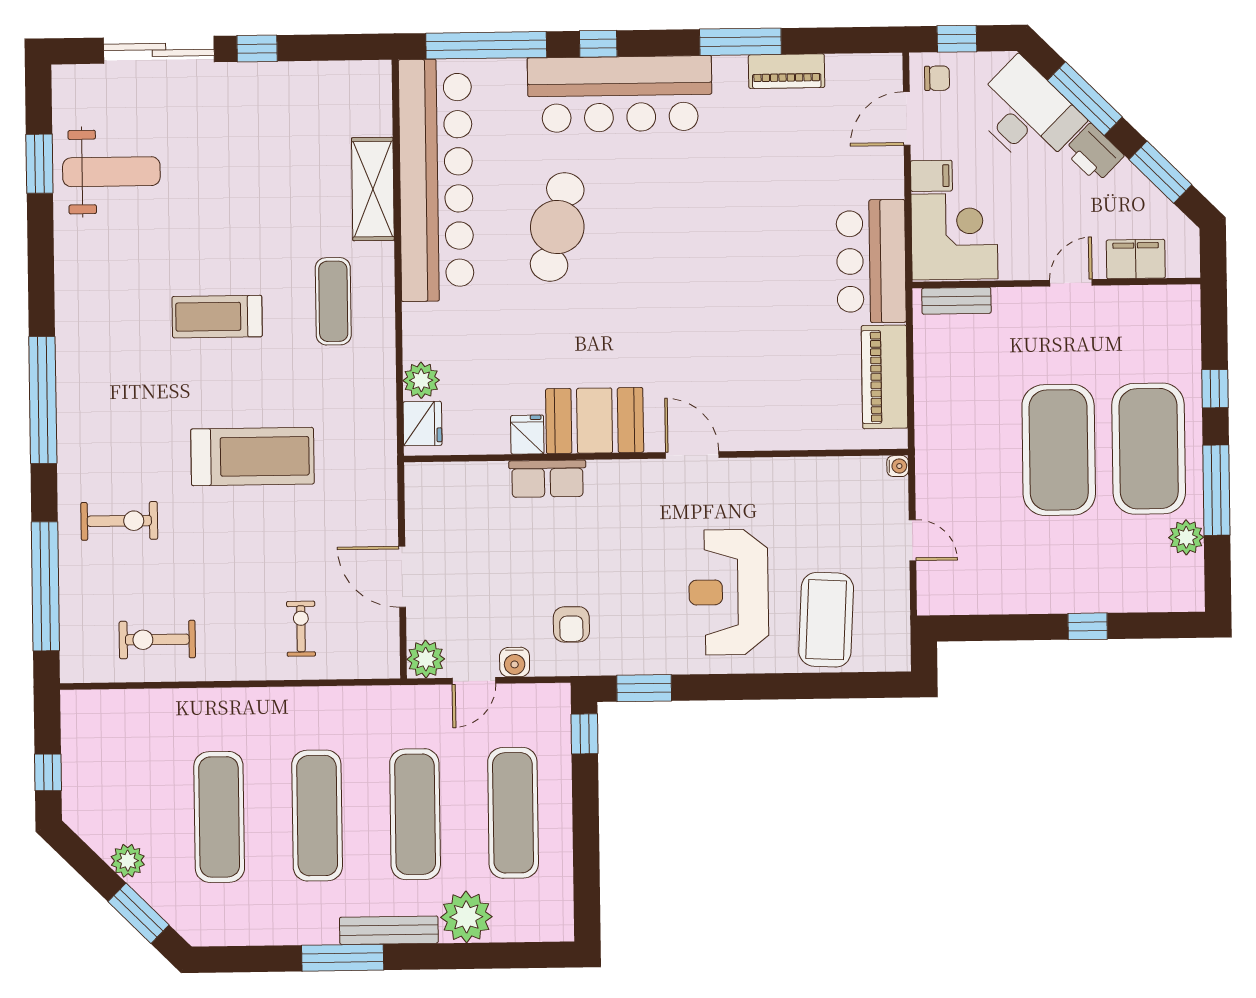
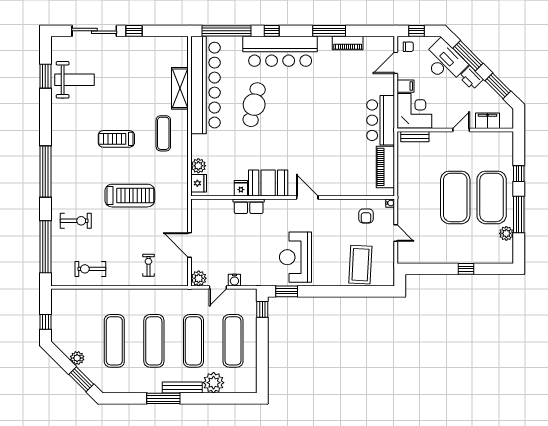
reception desk: (729, 592) -> (295, 257), moved
armchair: (571, 624) -> (366, 216), moved

